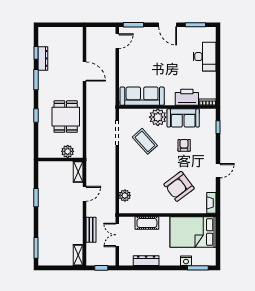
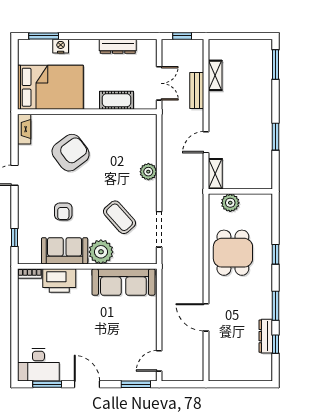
desk: (205, 57) -> (38, 365), moved, turned -90
plant: (125, 195) -> (148, 172), moved
shelving: (78, 255) -> (215, 75), moved

